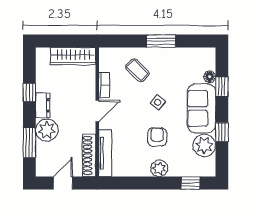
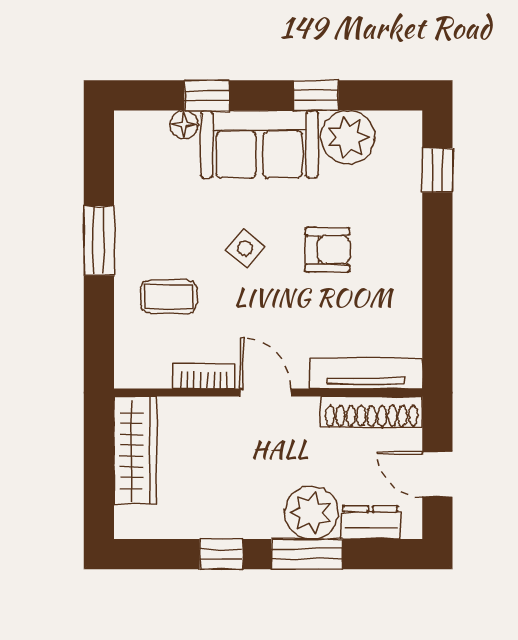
coffee table: (137, 70) -> (169, 297), turned 45
dresser: (43, 105) -> (370, 523), moved
armchair: (157, 137) -> (328, 250), turned 180
window: (29, 143) -> (307, 554), moved
plant: (159, 168) -> (402, 245), removed

